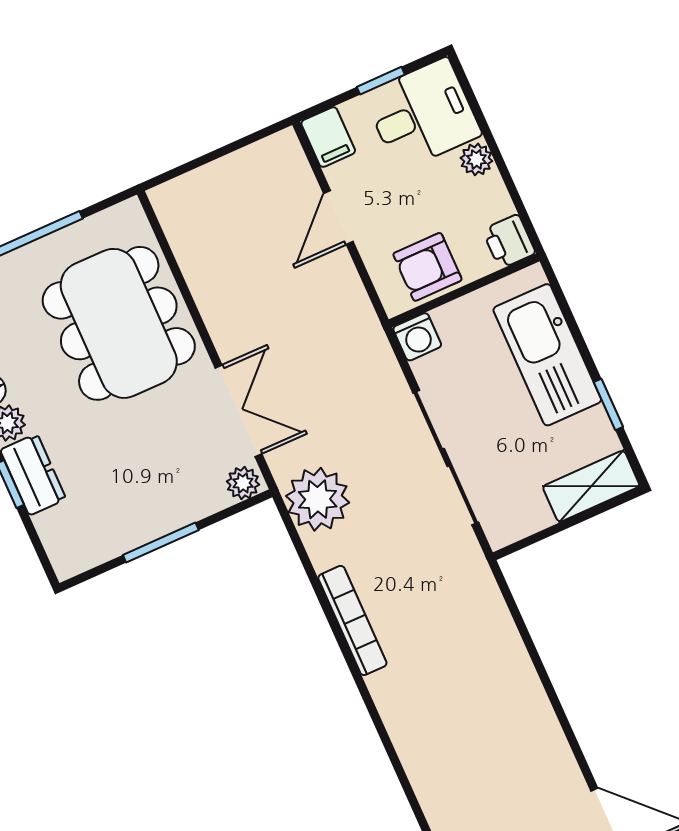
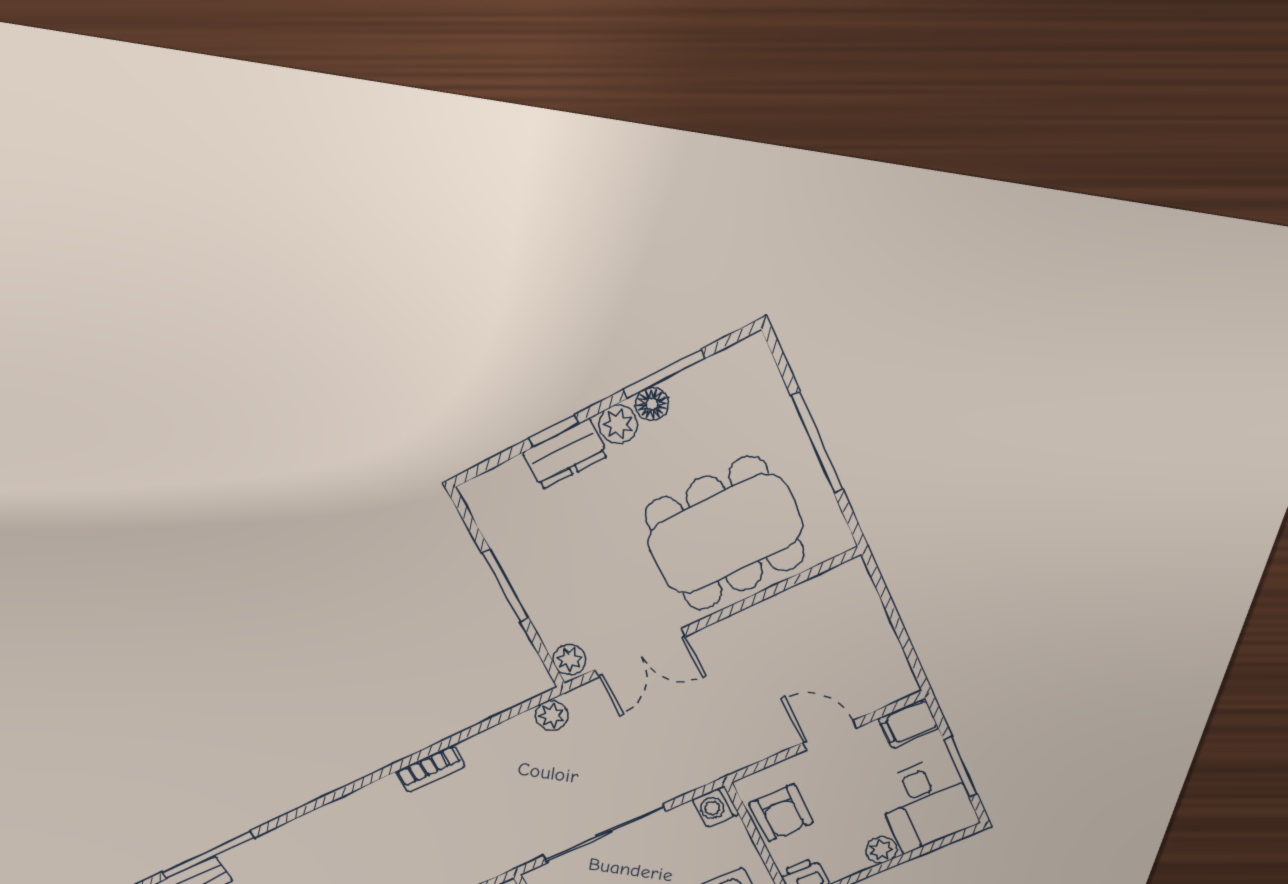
window: (381, 81) -> (961, 767), width x1.50
armchair: (427, 267) -> (781, 813), turned 180
plant: (318, 499) -> (552, 716), width x0.53, depth x0.53
bookcase: (352, 620) -> (430, 769), width x0.64

